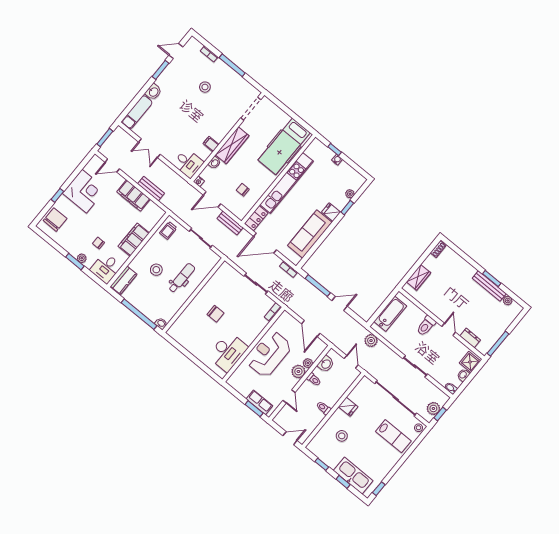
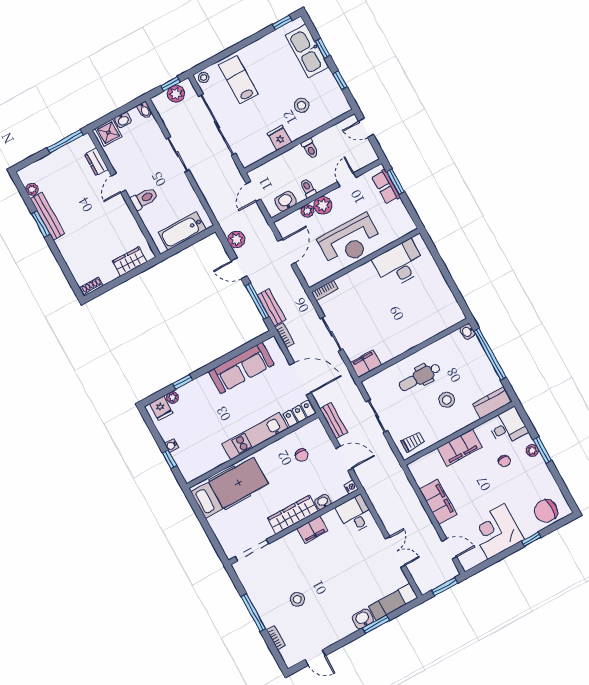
window: (160, 70) -> (376, 624), moved
filing cabinet: (211, 144) -> (312, 530), width x2.00
kitchen unit: (287, 183) -> (255, 436), width x0.73
bench: (151, 189) -> (272, 307), moved
fridge: (331, 212) -> (161, 408), moved
filing cabinet: (223, 272) -> (366, 364), added
chair: (215, 314) -> (396, 317), removed
plant: (371, 341) -> (236, 239), moved

